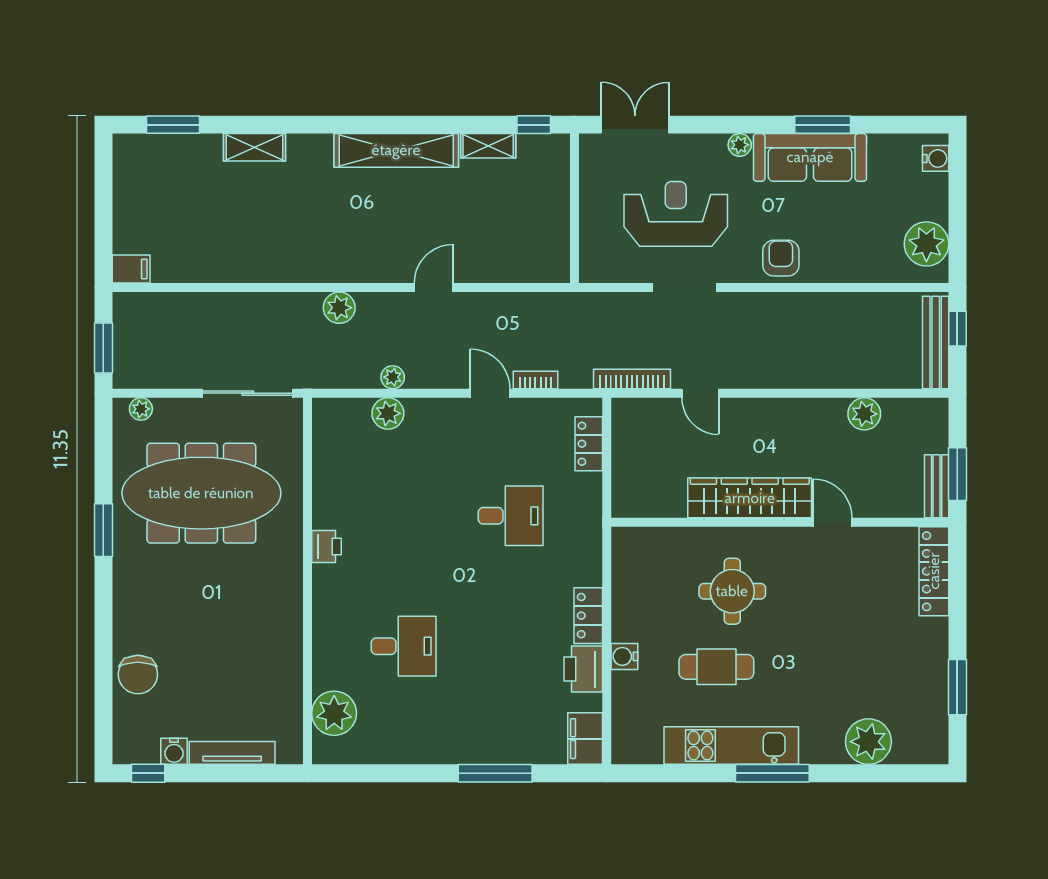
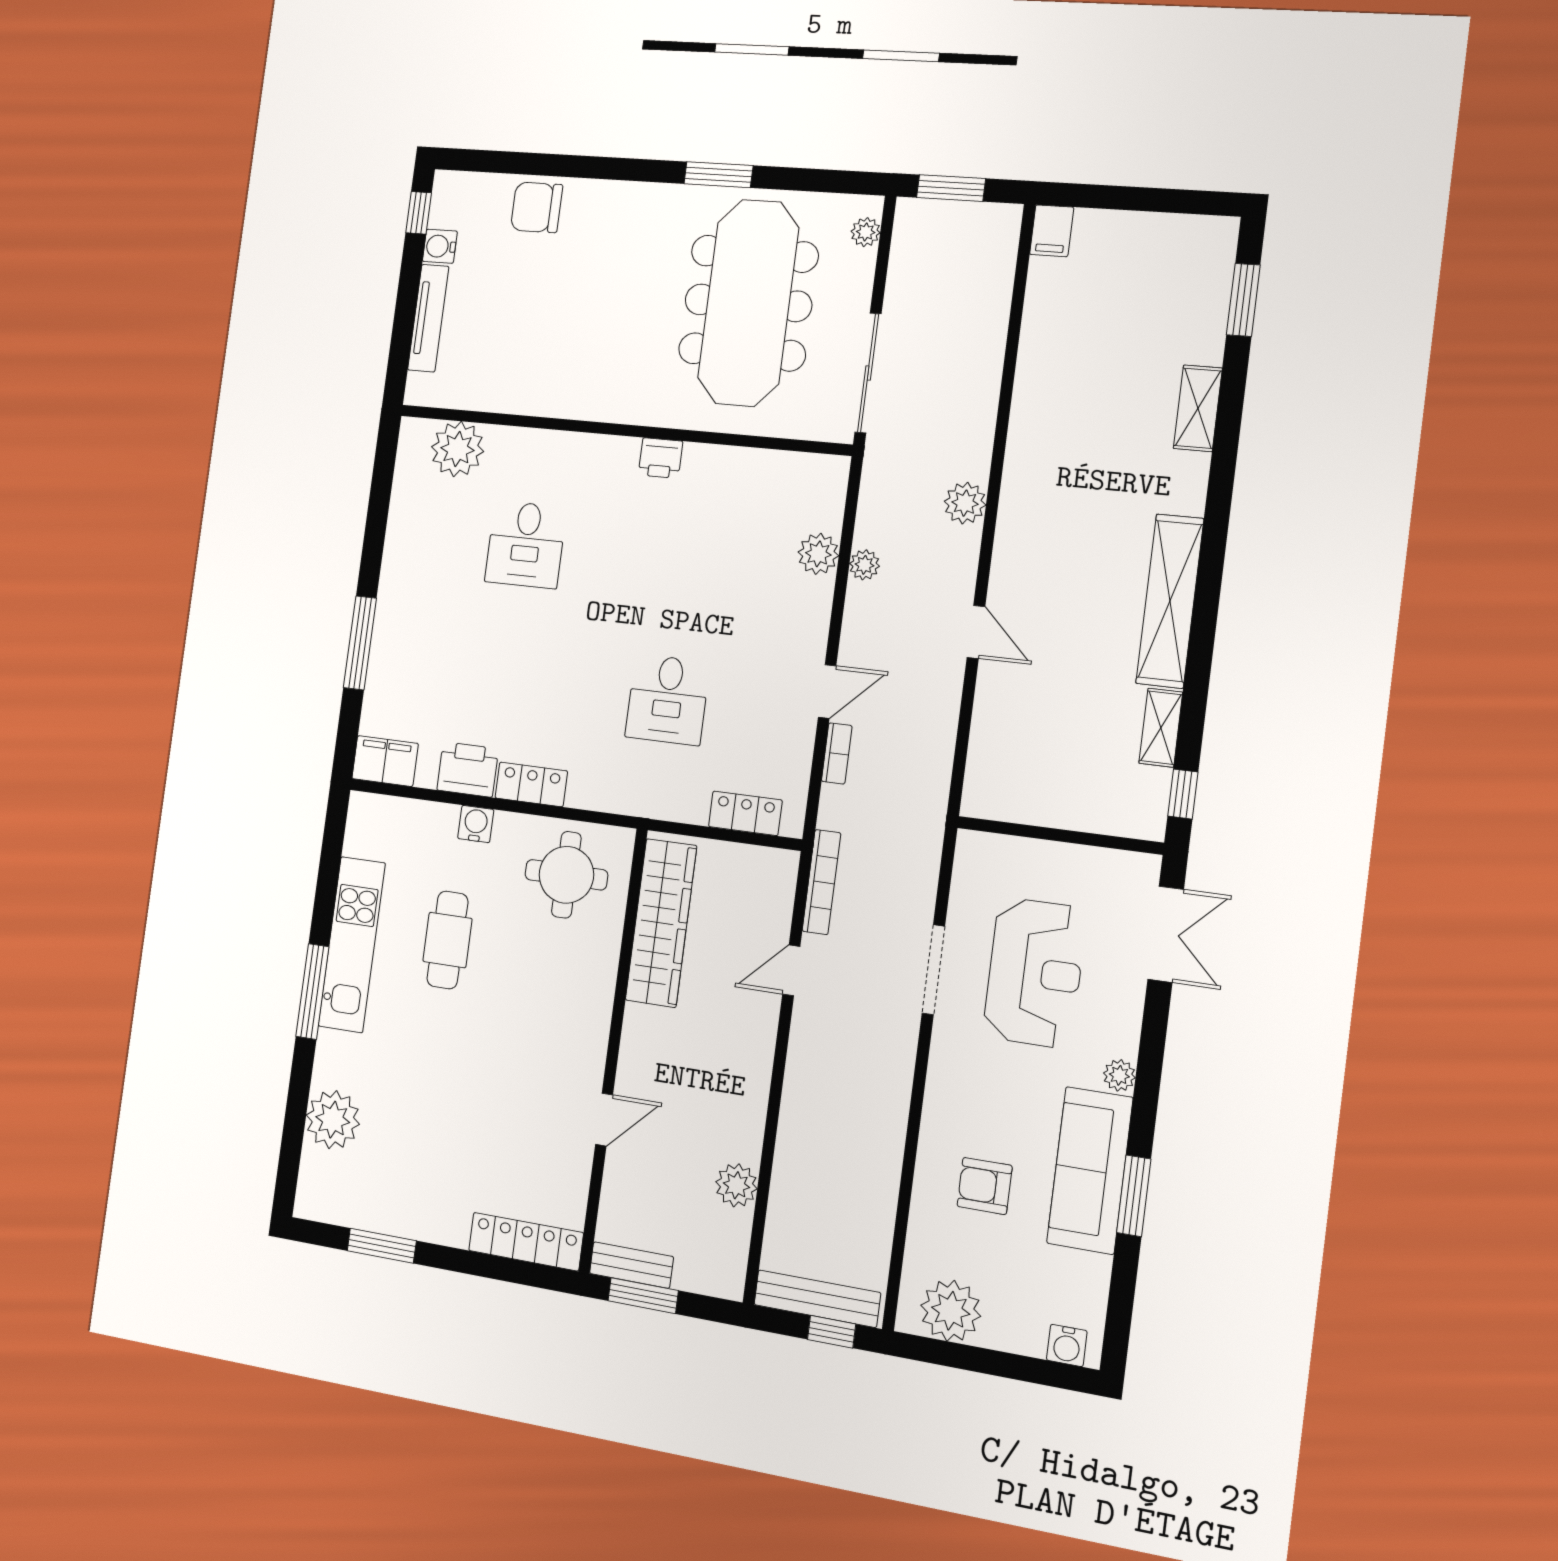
armchair: (781, 258) -> (985, 1186), moved, turned 180
wardrobe: (750, 498) -> (661, 923), moved
round table: (732, 591) -> (566, 875), moved

